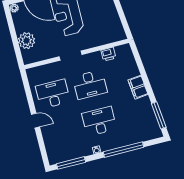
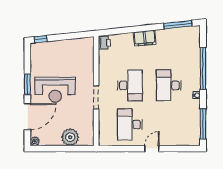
printer: (108, 54) -> (104, 43), moved

